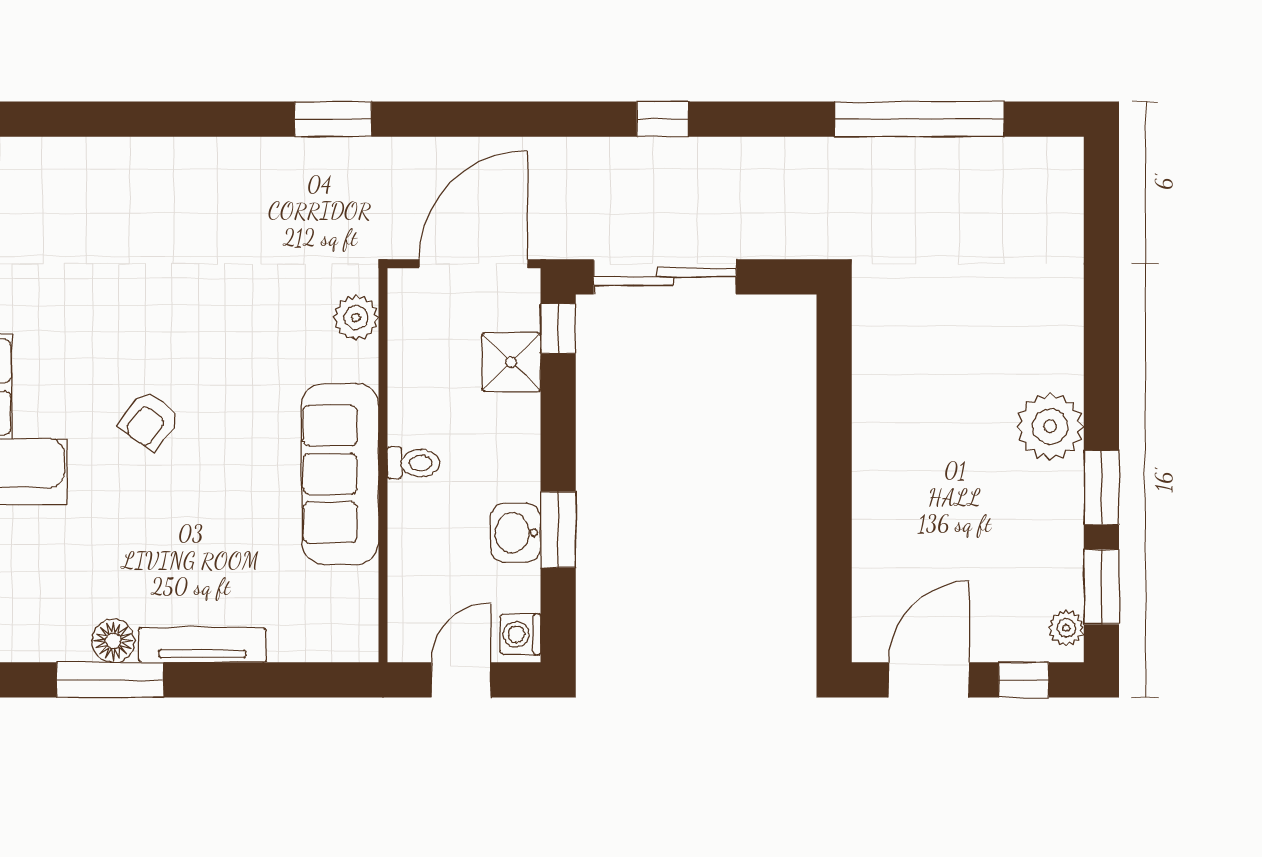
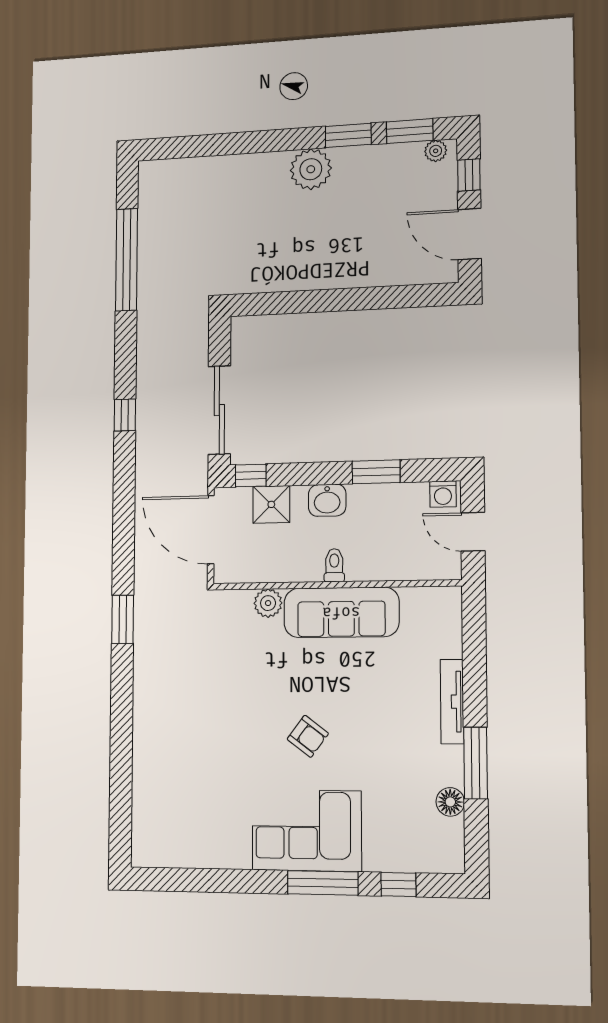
plant: (356, 318) -> (268, 603), moved
washbasin: (516, 533) -> (327, 500), moved
floor lamp: (113, 641) -> (450, 802), moved

